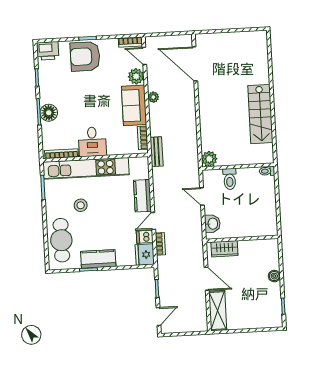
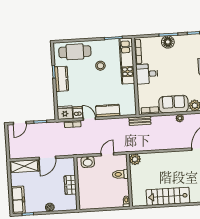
kitchen unit: (86, 168) -> (127, 61), width x0.73
wardrobe: (224, 249) -> (70, 185), moved
door: (158, 316) -> (20, 123), hinge flipped
freezer: (264, 319) -> (18, 200), added

